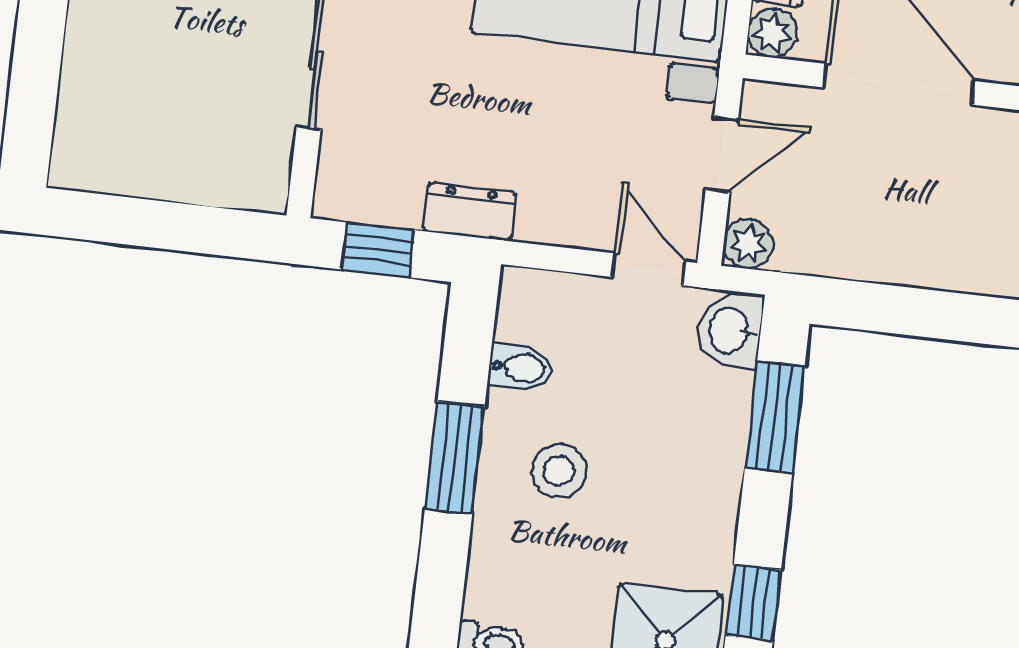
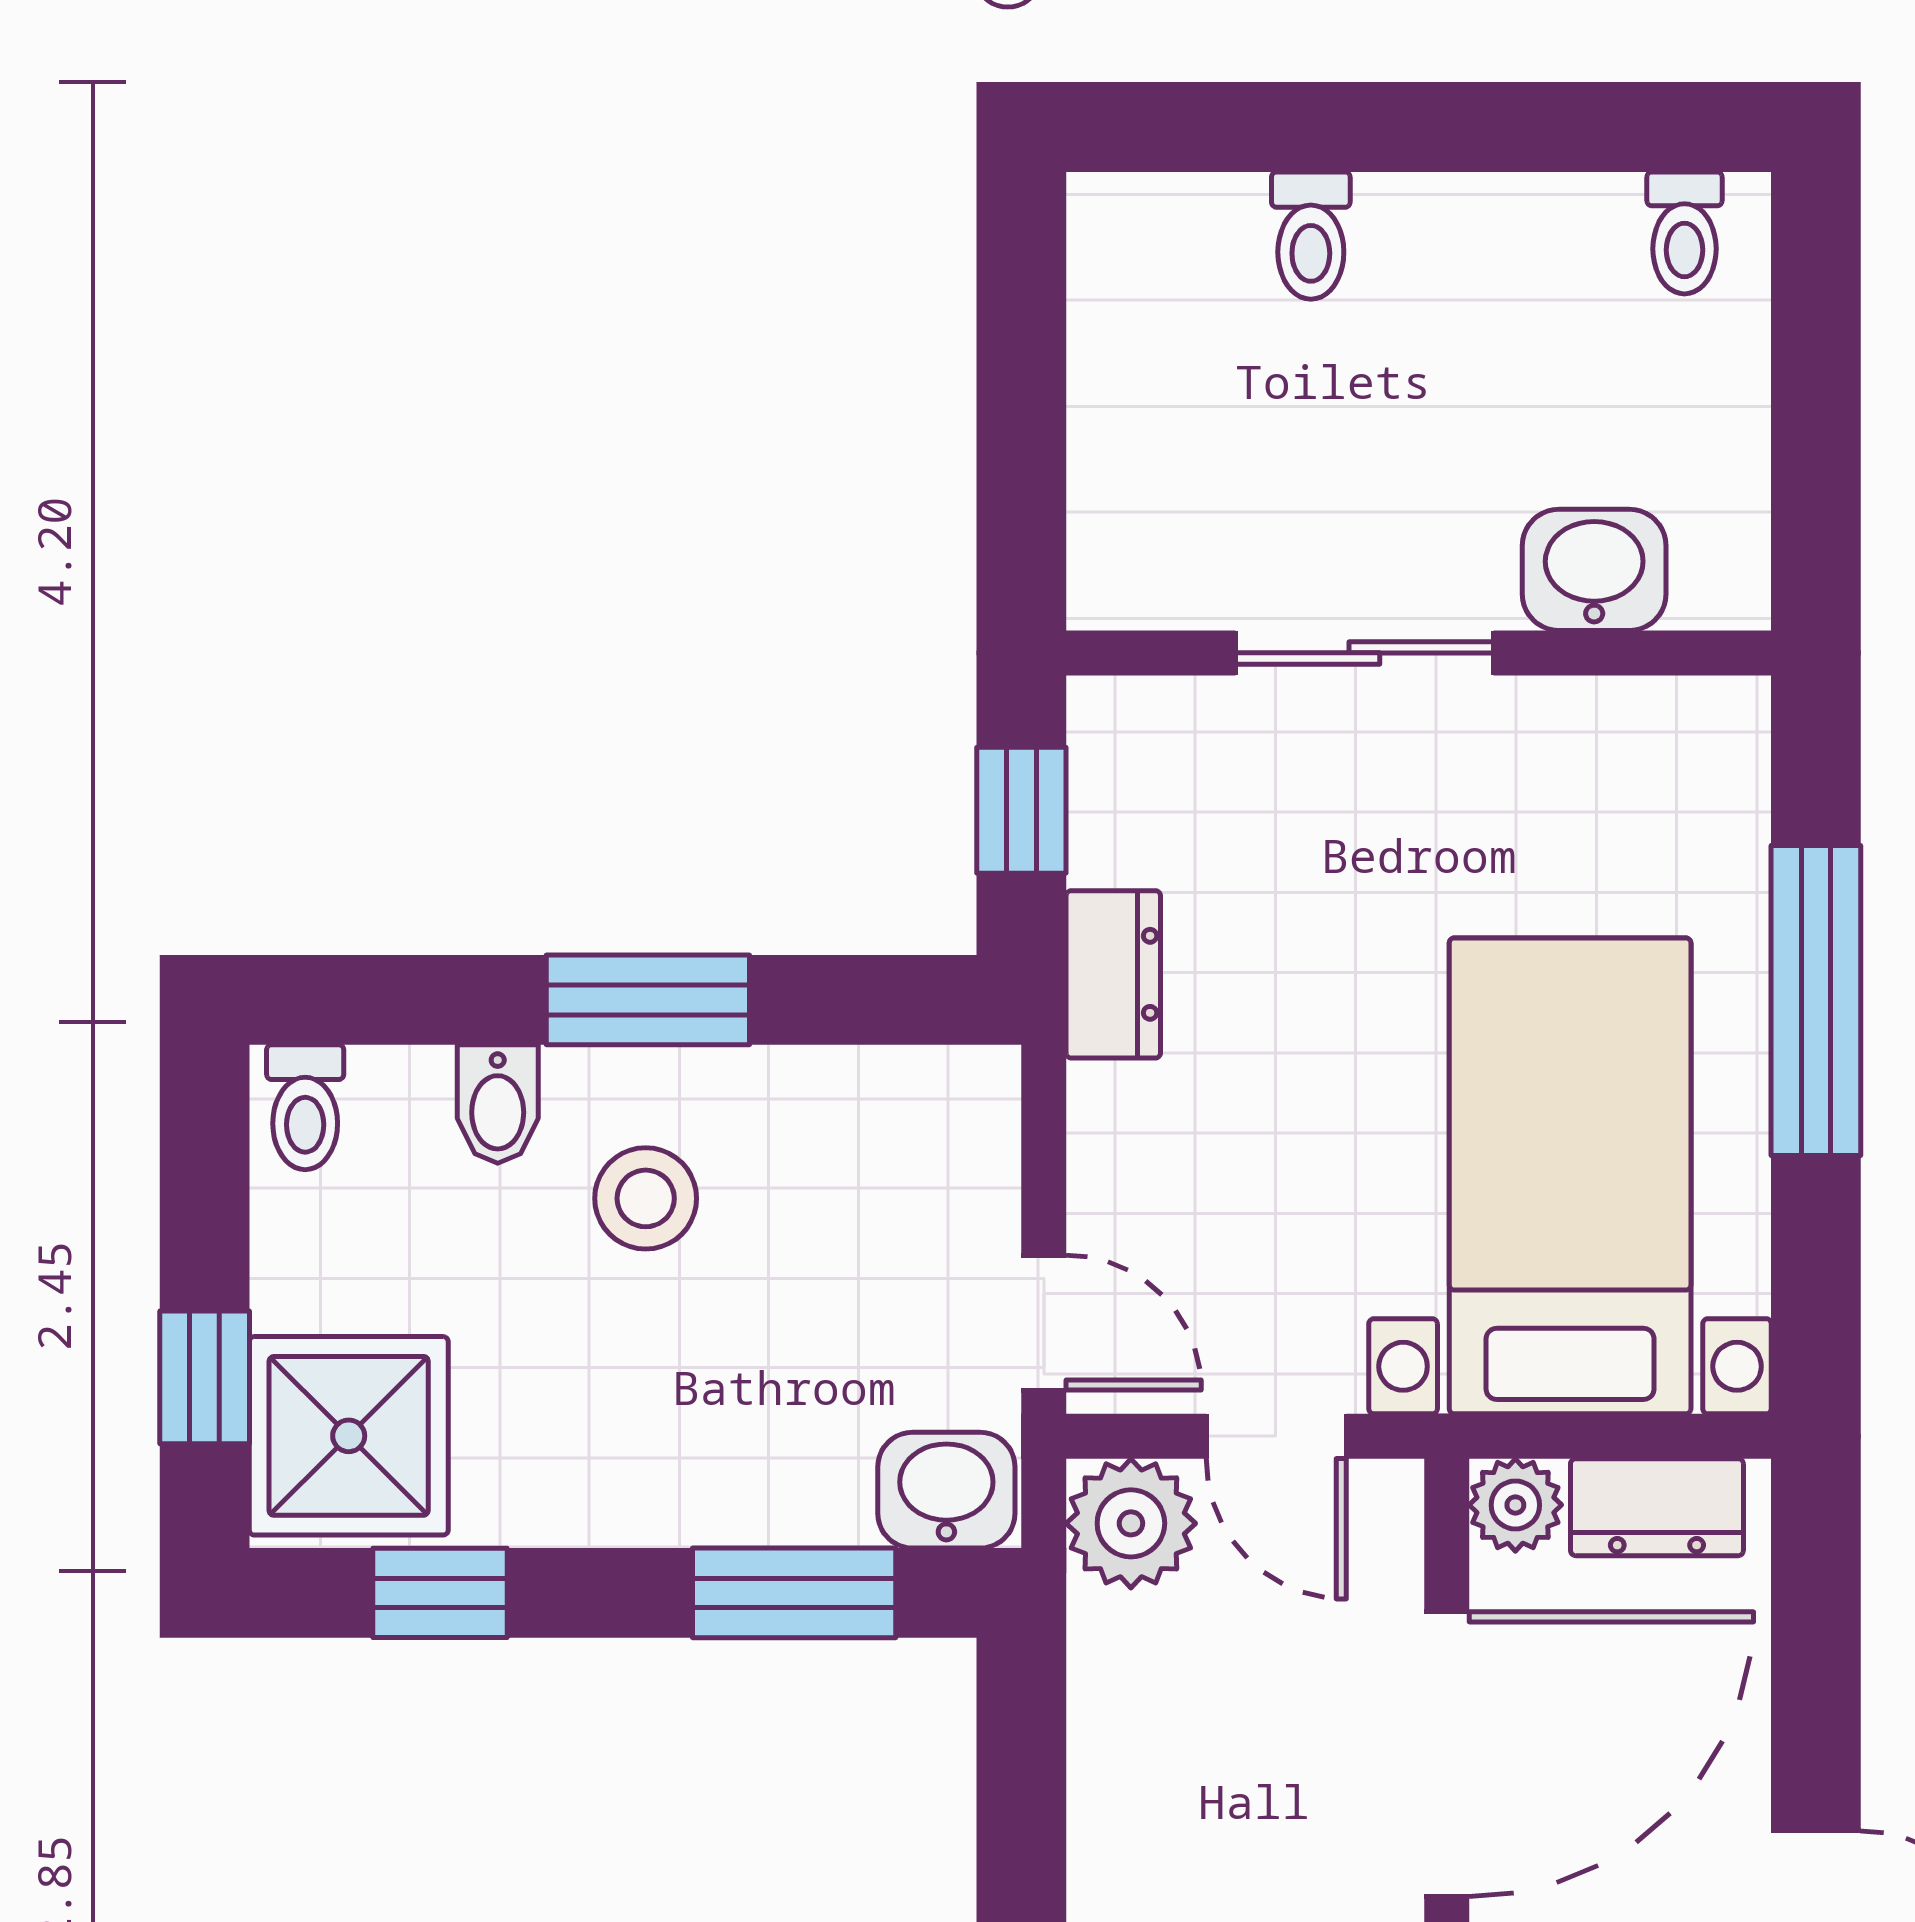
toilet: (94, 63) -> (1311, 236), added
plant: (748, 244) -> (1131, 1523), width x1.38, depth x1.38
door: (648, 269) -> (1044, 1323), hinge flipped
bidet: (521, 368) -> (498, 1104), moved

